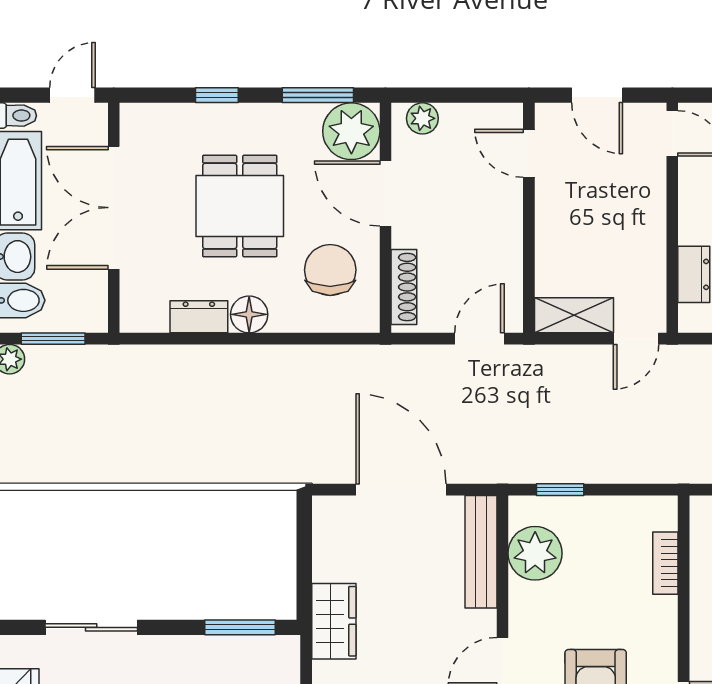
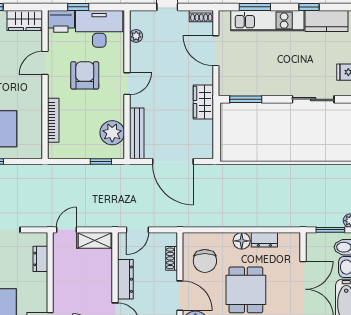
dresser: (506, 230) -> (125, 279), added
shoe rack: (404, 287) -> (172, 258), width x0.70
bookcase: (665, 563) -> (53, 120), width x1.56

